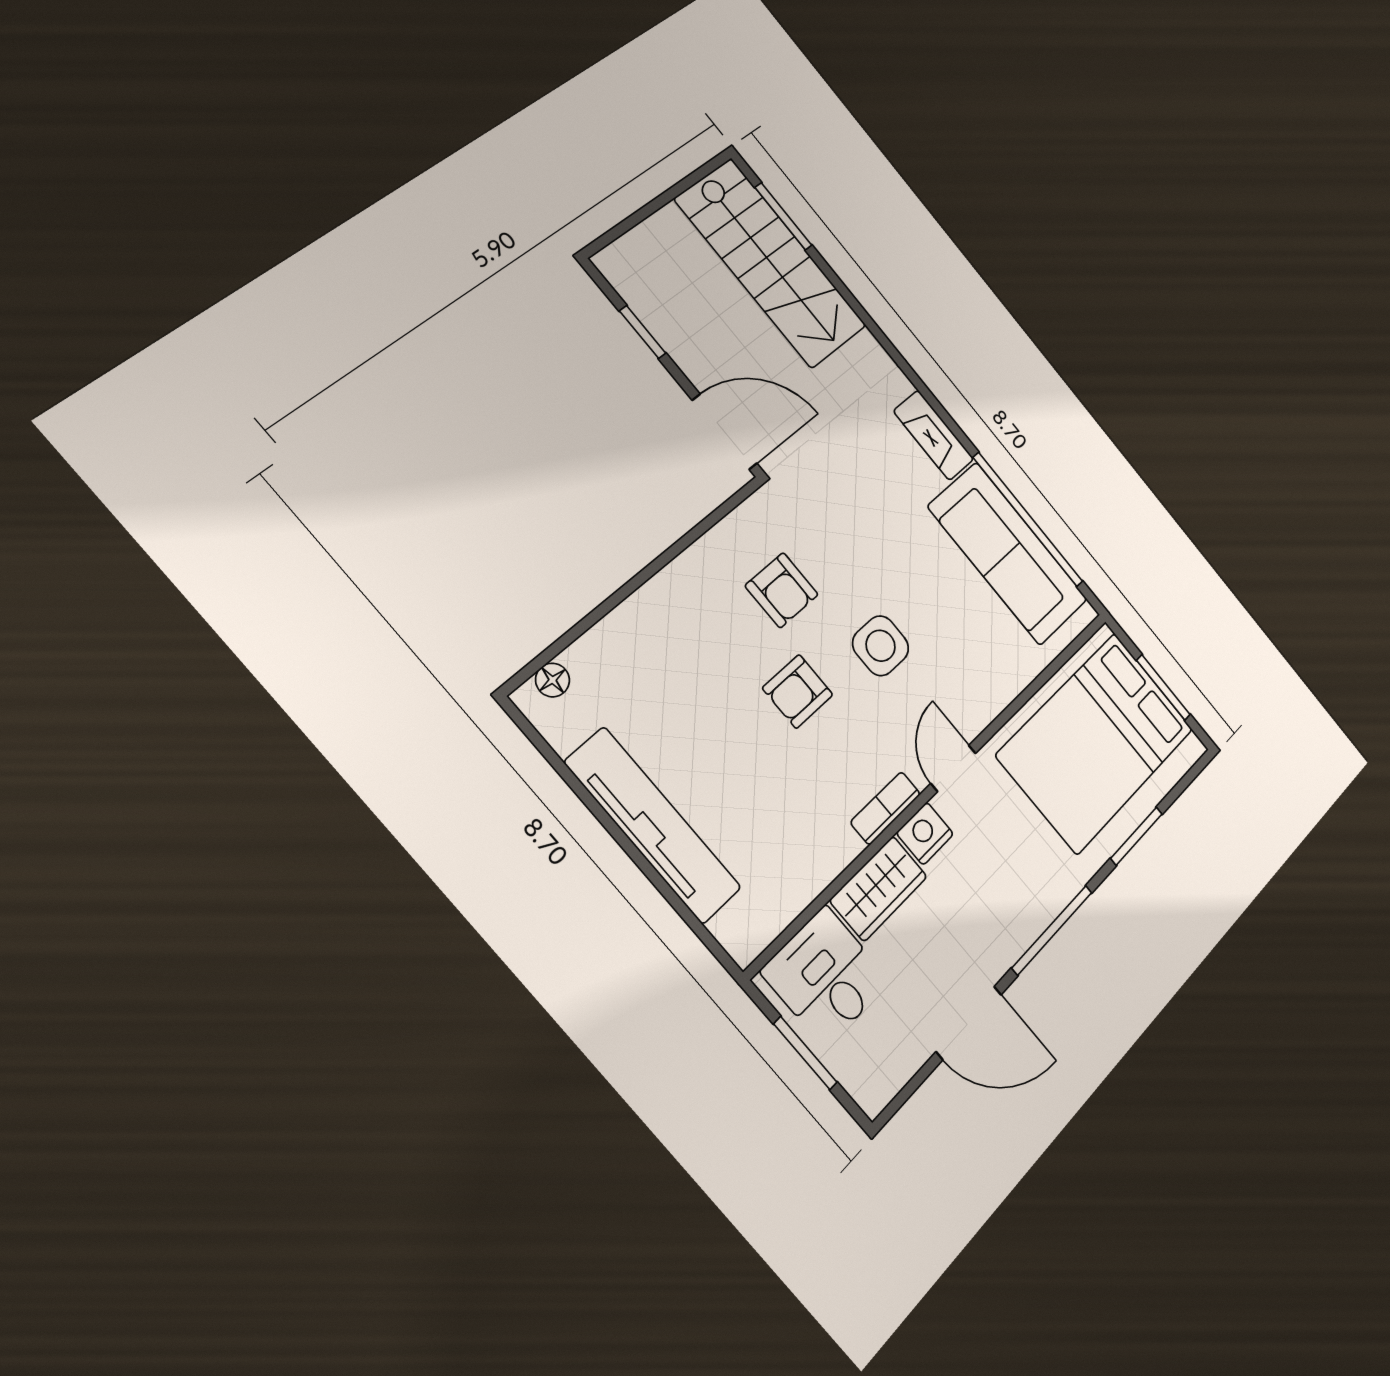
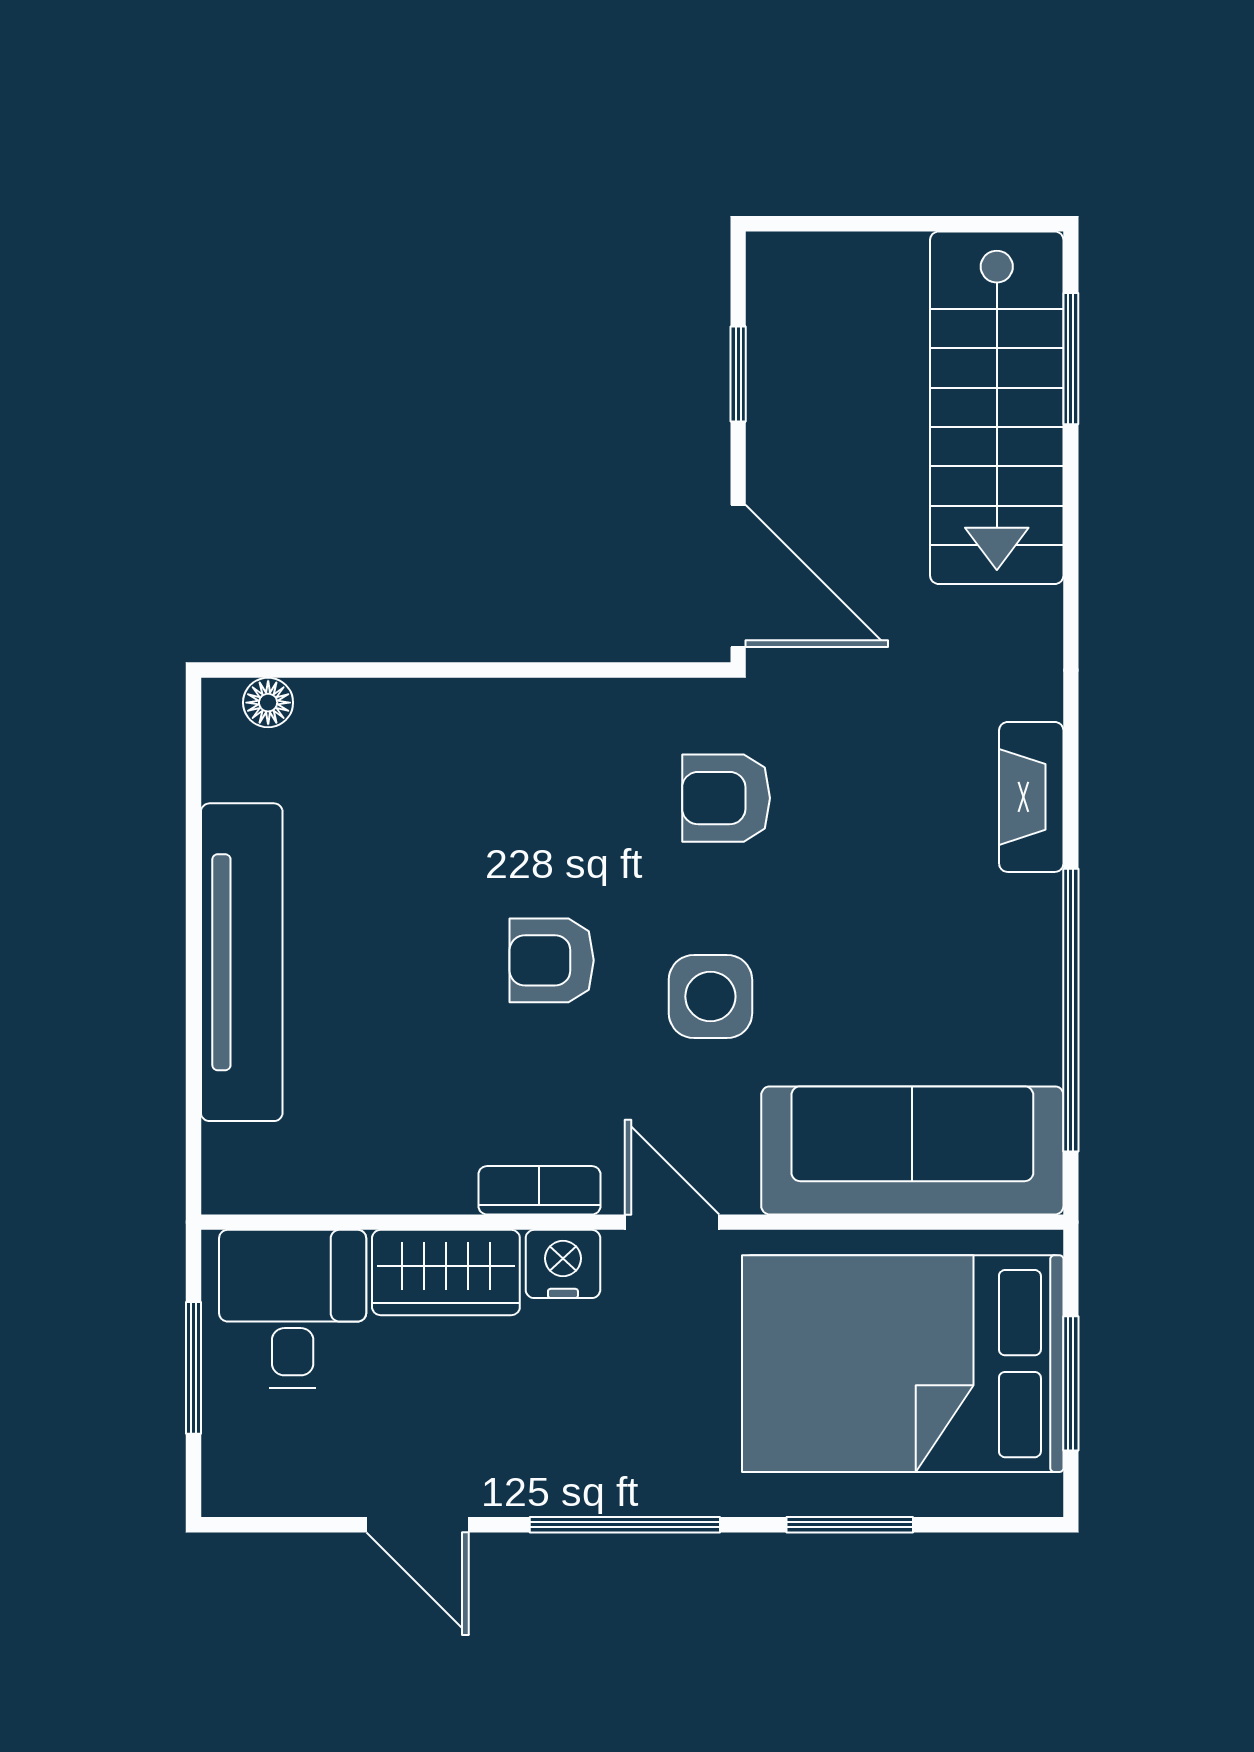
sofa: (1008, 553) -> (912, 1150), moved, turned 90
armchair: (782, 590) -> (726, 798), moved, turned 90
door: (953, 768) -> (672, 1222), hinge flipped
door: (969, 1023) -> (418, 1525), width x0.73

